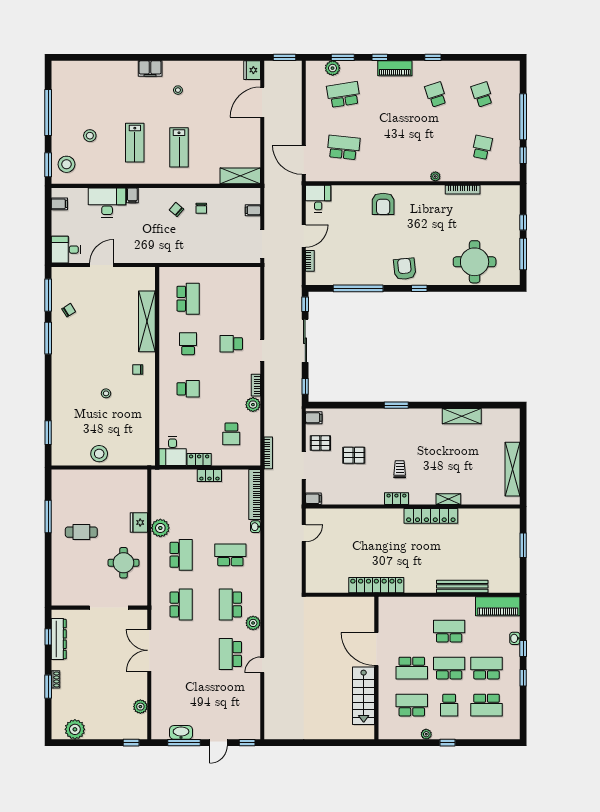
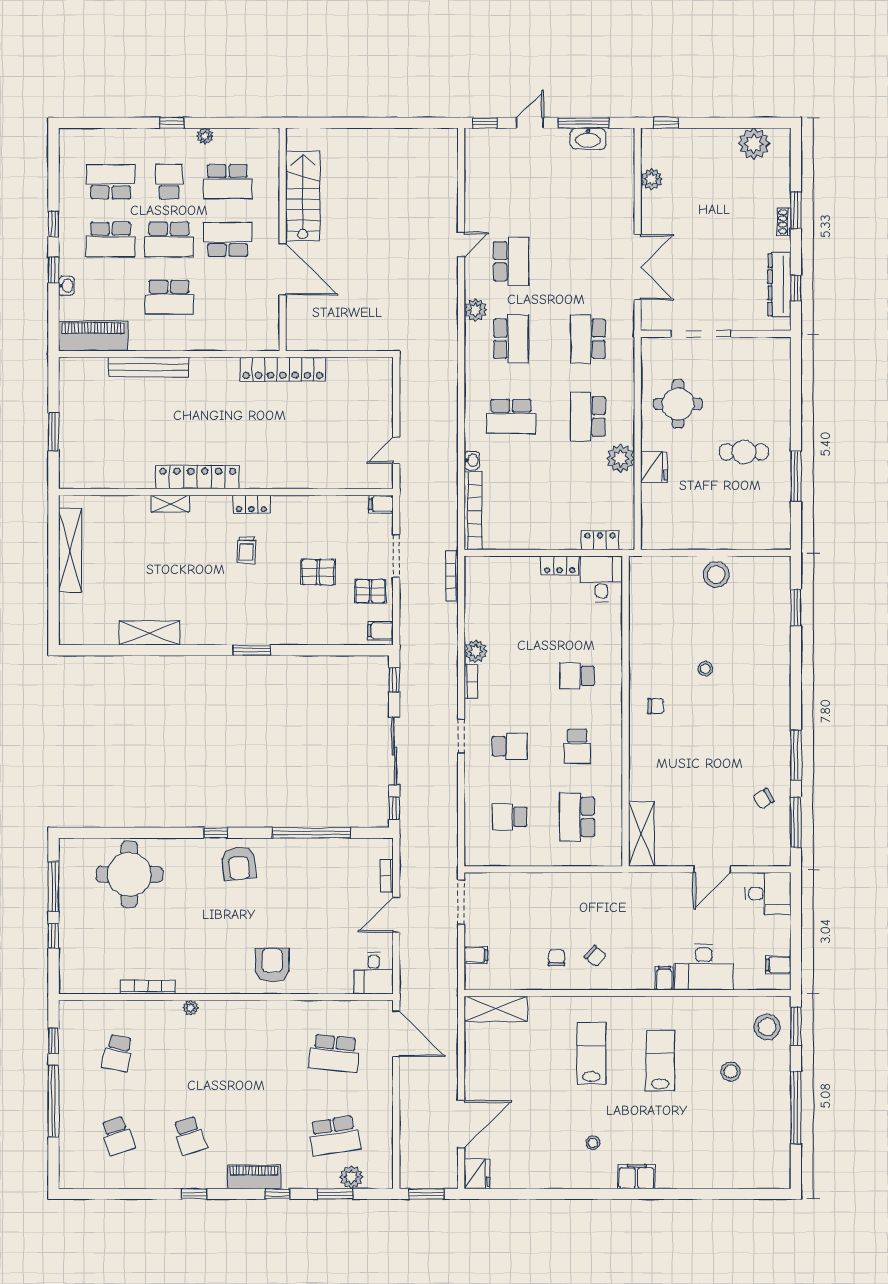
shelving: (147, 321) -> (642, 834), moved, width x0.68
school desk: (231, 434) -> (510, 817), moved, turned -90
locker: (209, 476) -> (600, 540), moved

